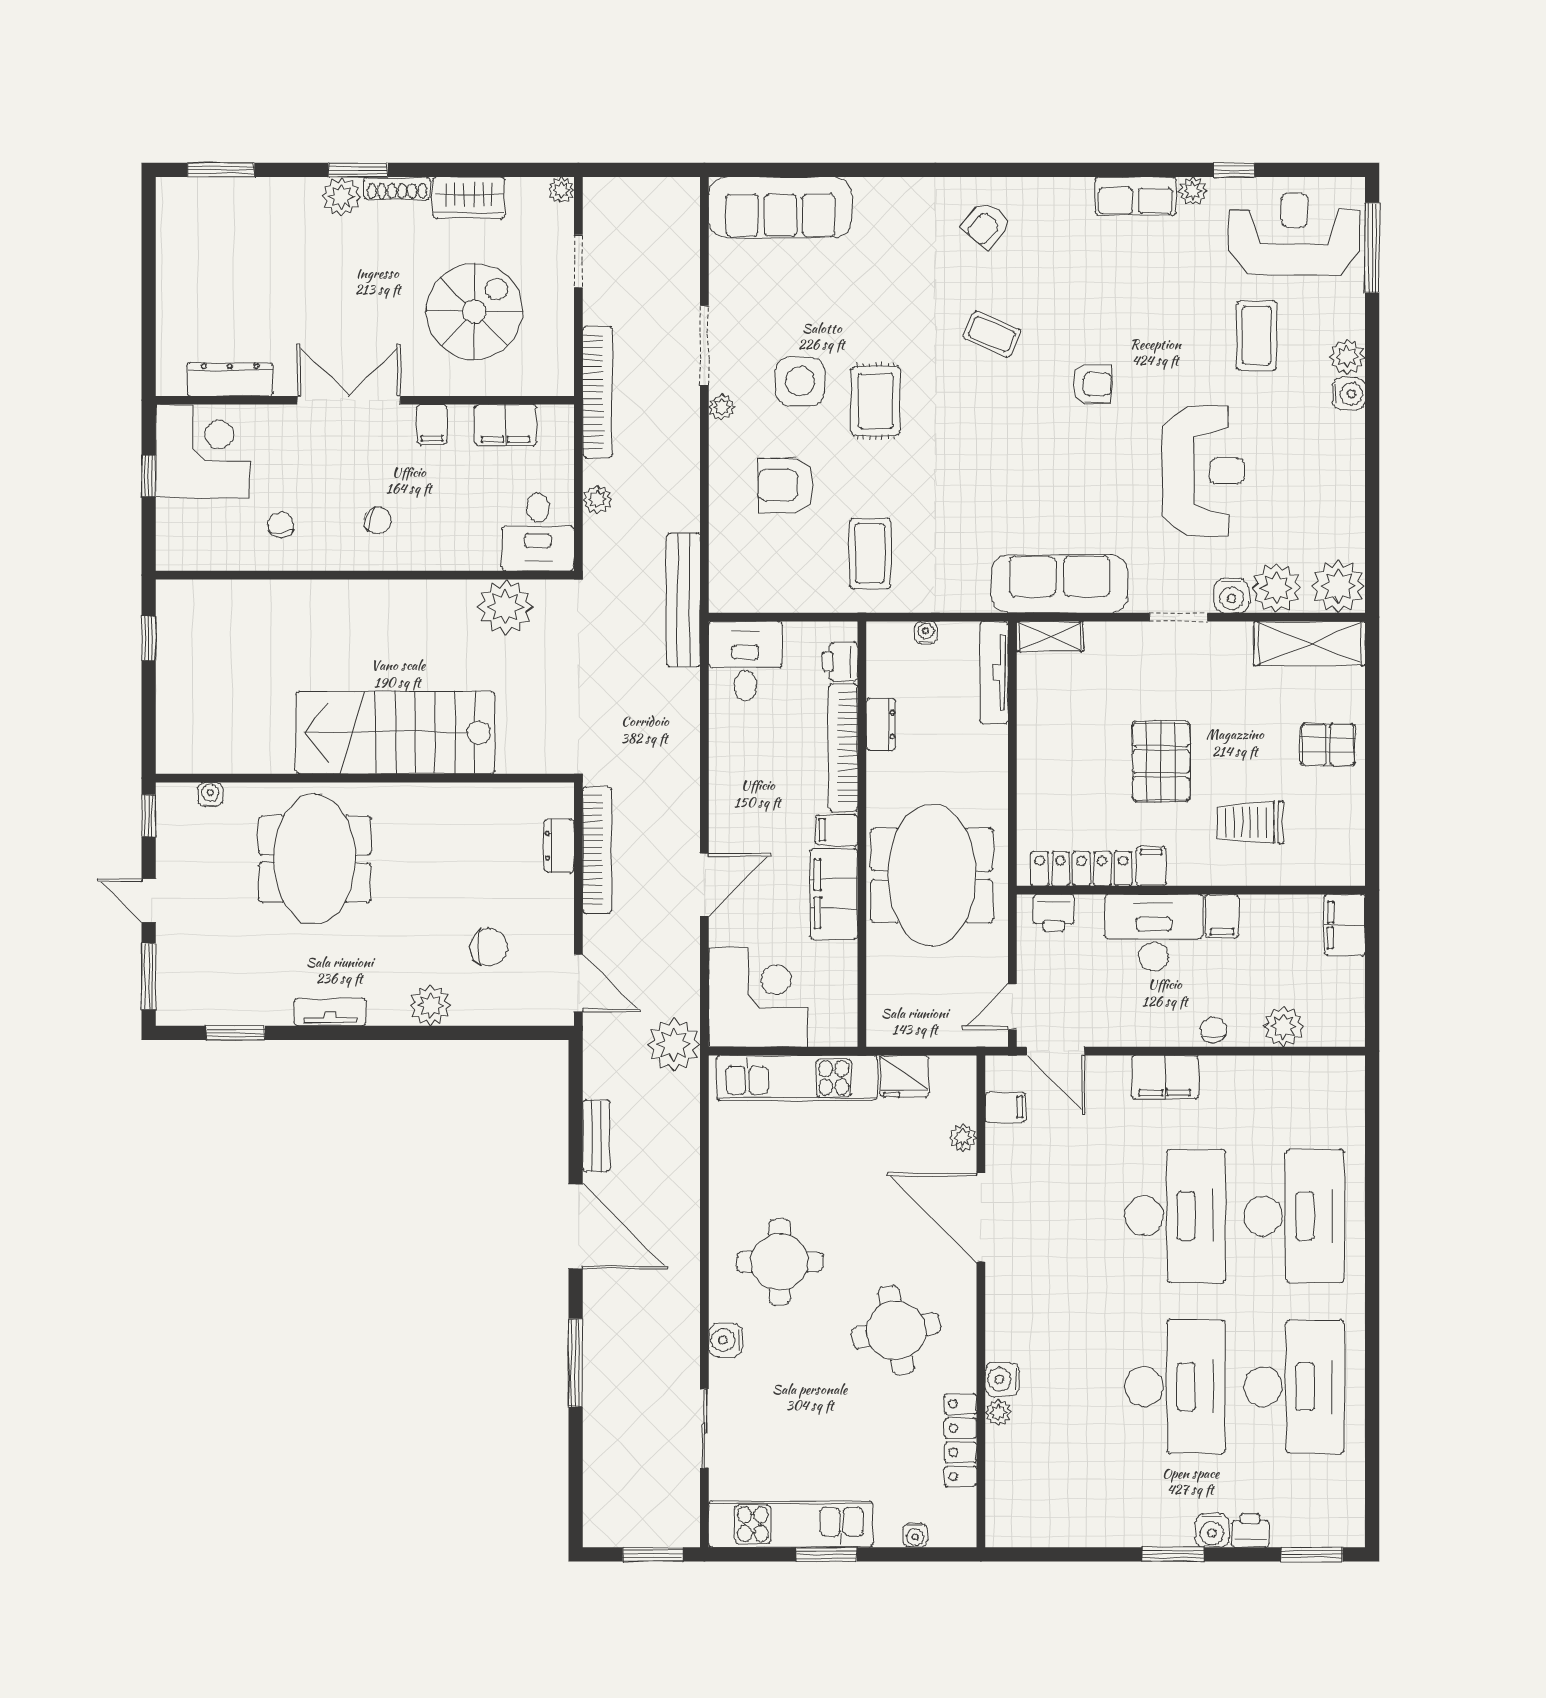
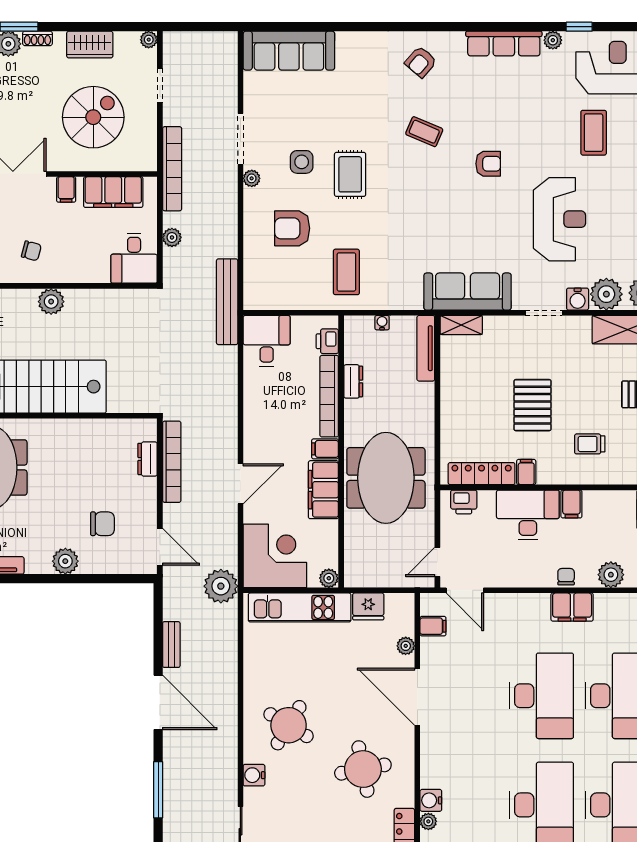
shoe rack: (397, 188) -> (37, 38), width x0.70
row of seats: (1136, 196) -> (504, 44), width x1.48
side table: (800, 381) -> (302, 162), width x0.73, depth x0.73
filing cabinet: (506, 425) -> (113, 192), width x1.50, depth x1.17
plant: (505, 607) -> (51, 302), moved, width x0.73, depth x0.73
trolley: (1250, 822) -> (590, 444), width x0.73, depth x0.72
plant: (843, 1032) -> (329, 578), added
filing cabinet: (1165, 1077) -> (572, 607), moved
round table: (780, 1262) -> (289, 725), turned 31

